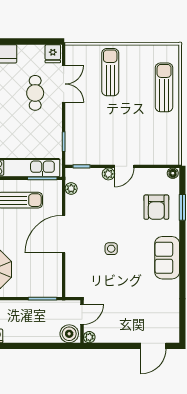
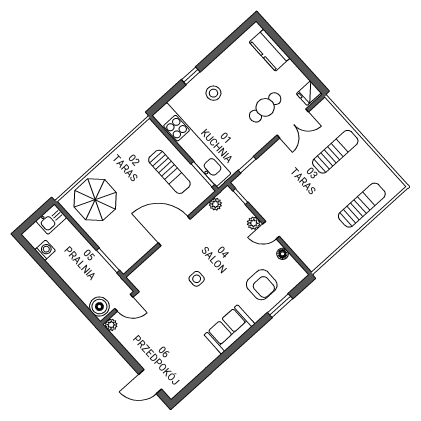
floor lamp: (173, 173) -> (283, 254), moved
armchair: (156, 207) -> (262, 285), turned -90

